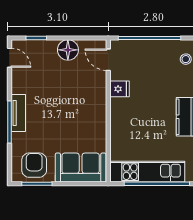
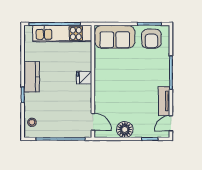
door: (9, 58) -> (171, 123), hinge flipped
fridge: (120, 89) -> (84, 78), moved
tv unit: (18, 113) -> (164, 101), moved

